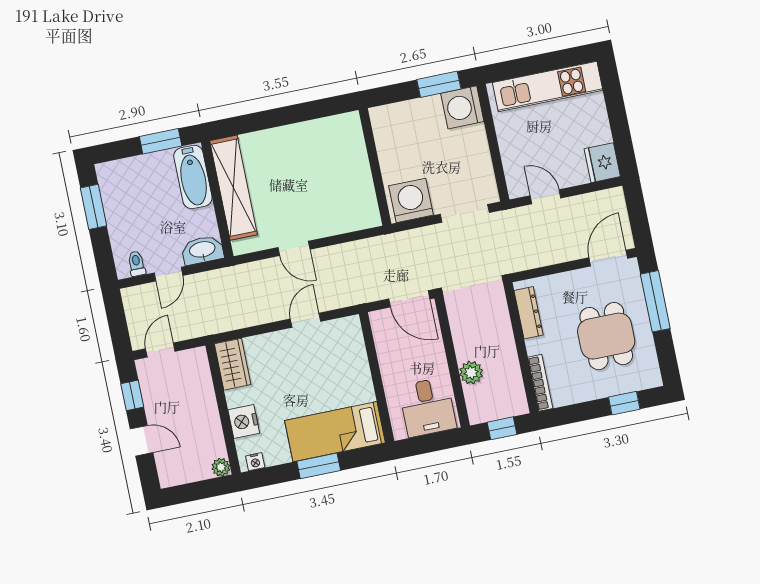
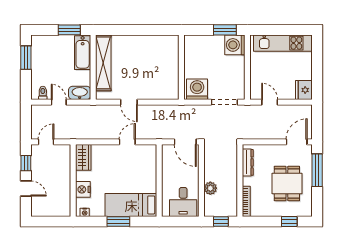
door: (168, 274) -> (59, 102), swing flipped
plant: (221, 467) -> (66, 211), removed

